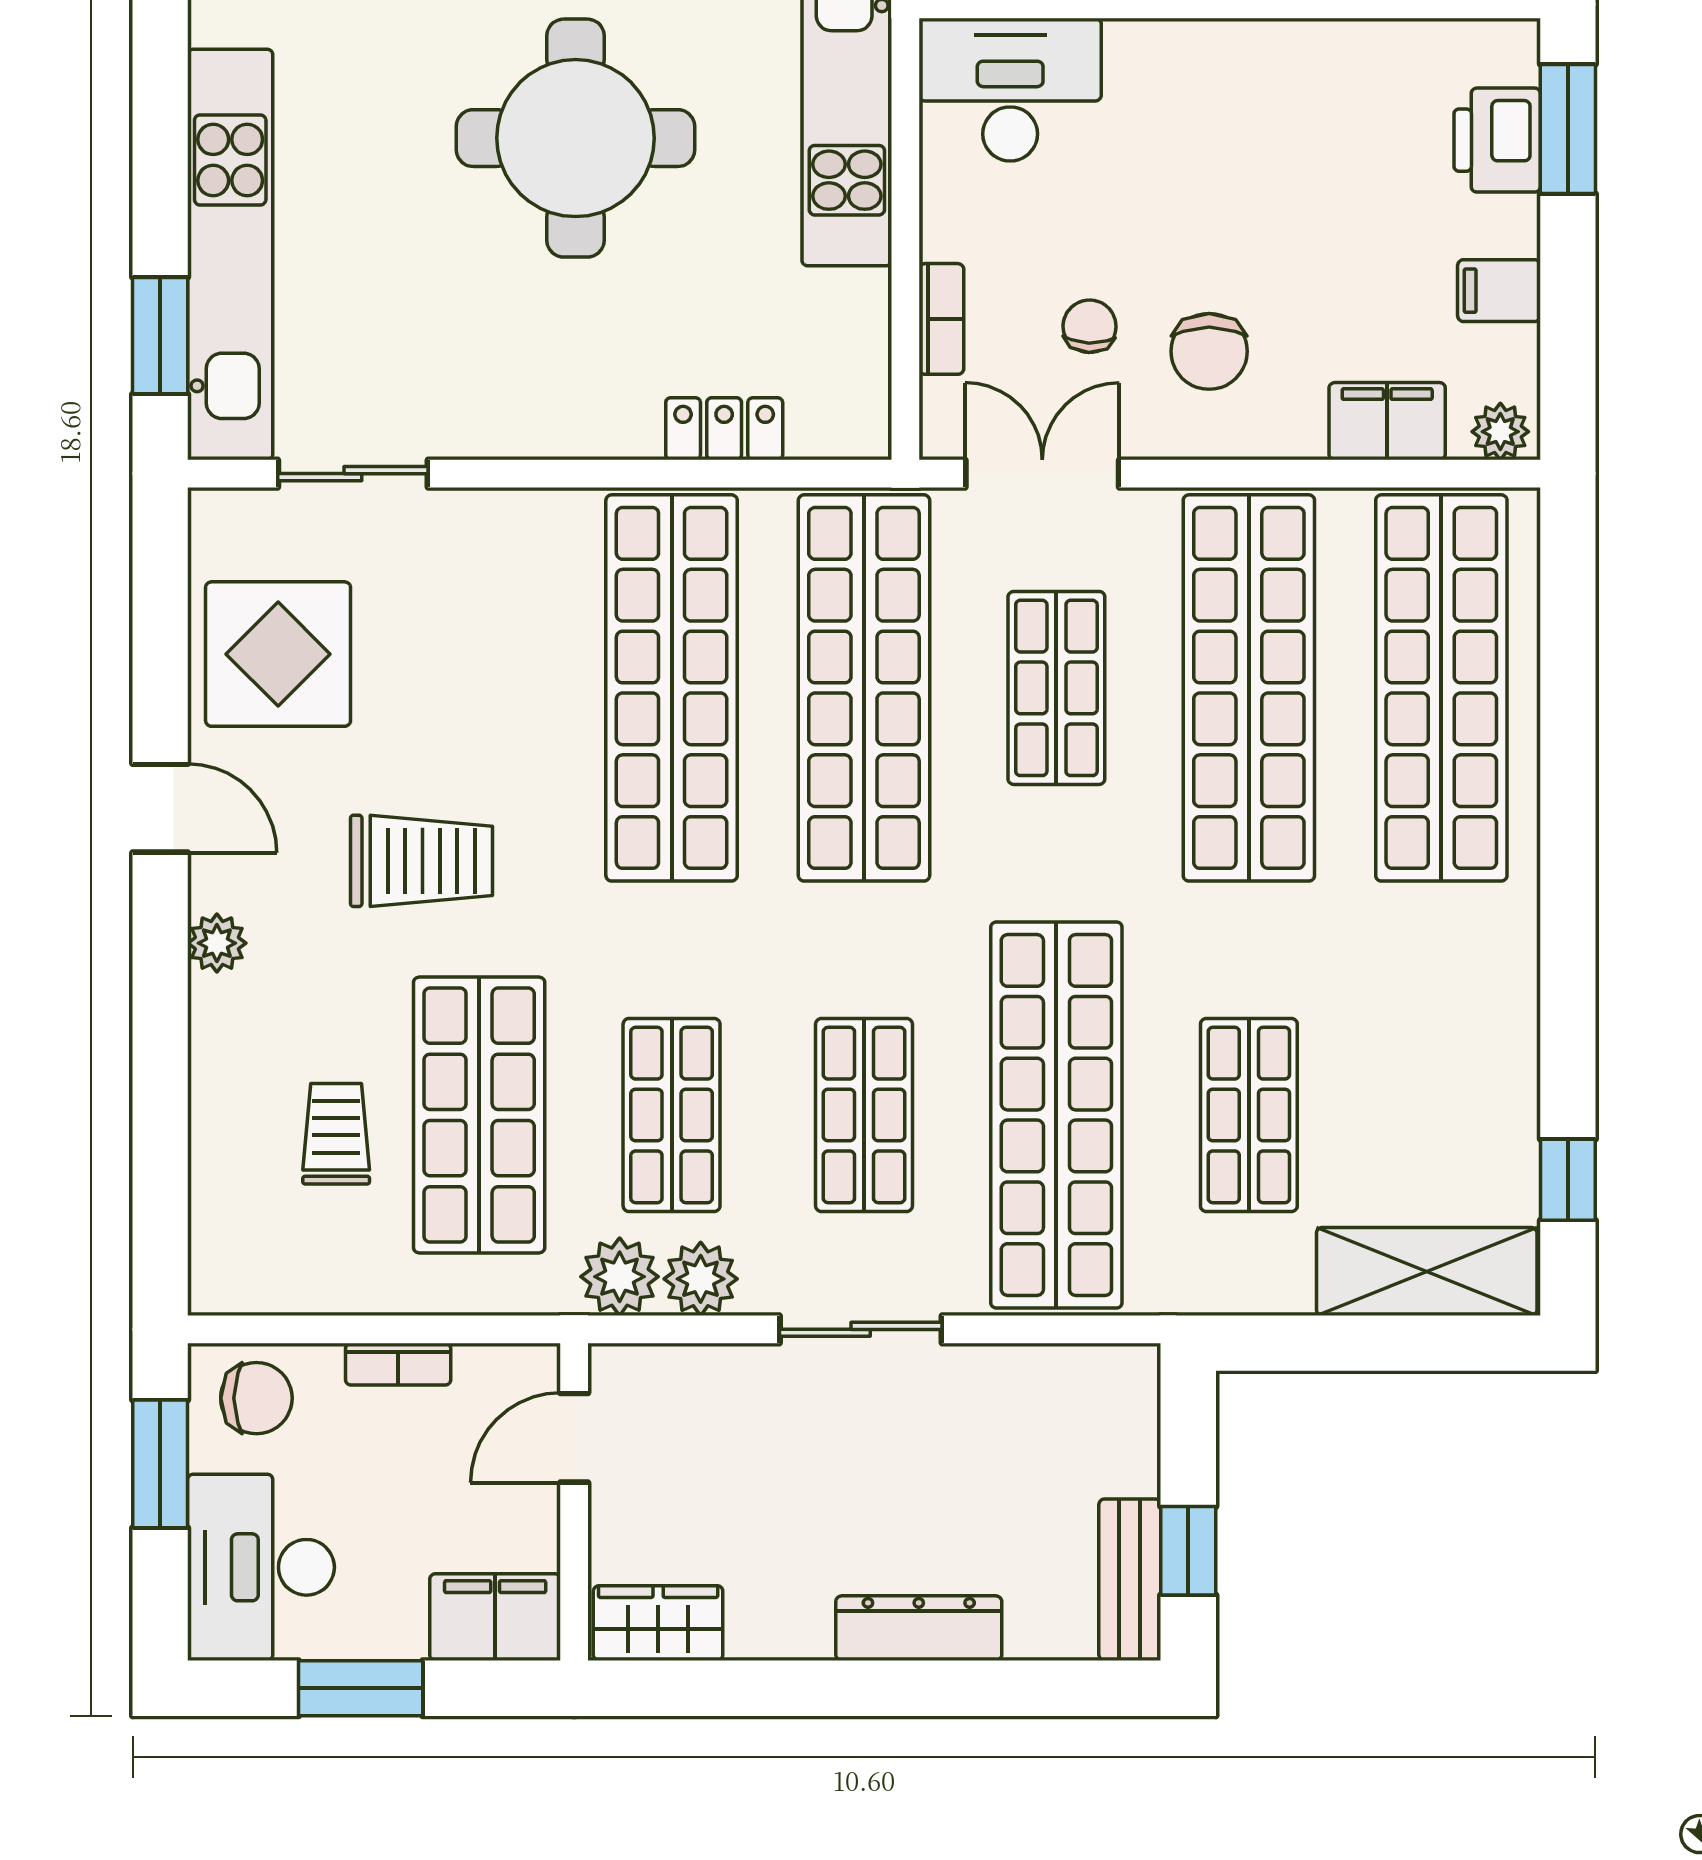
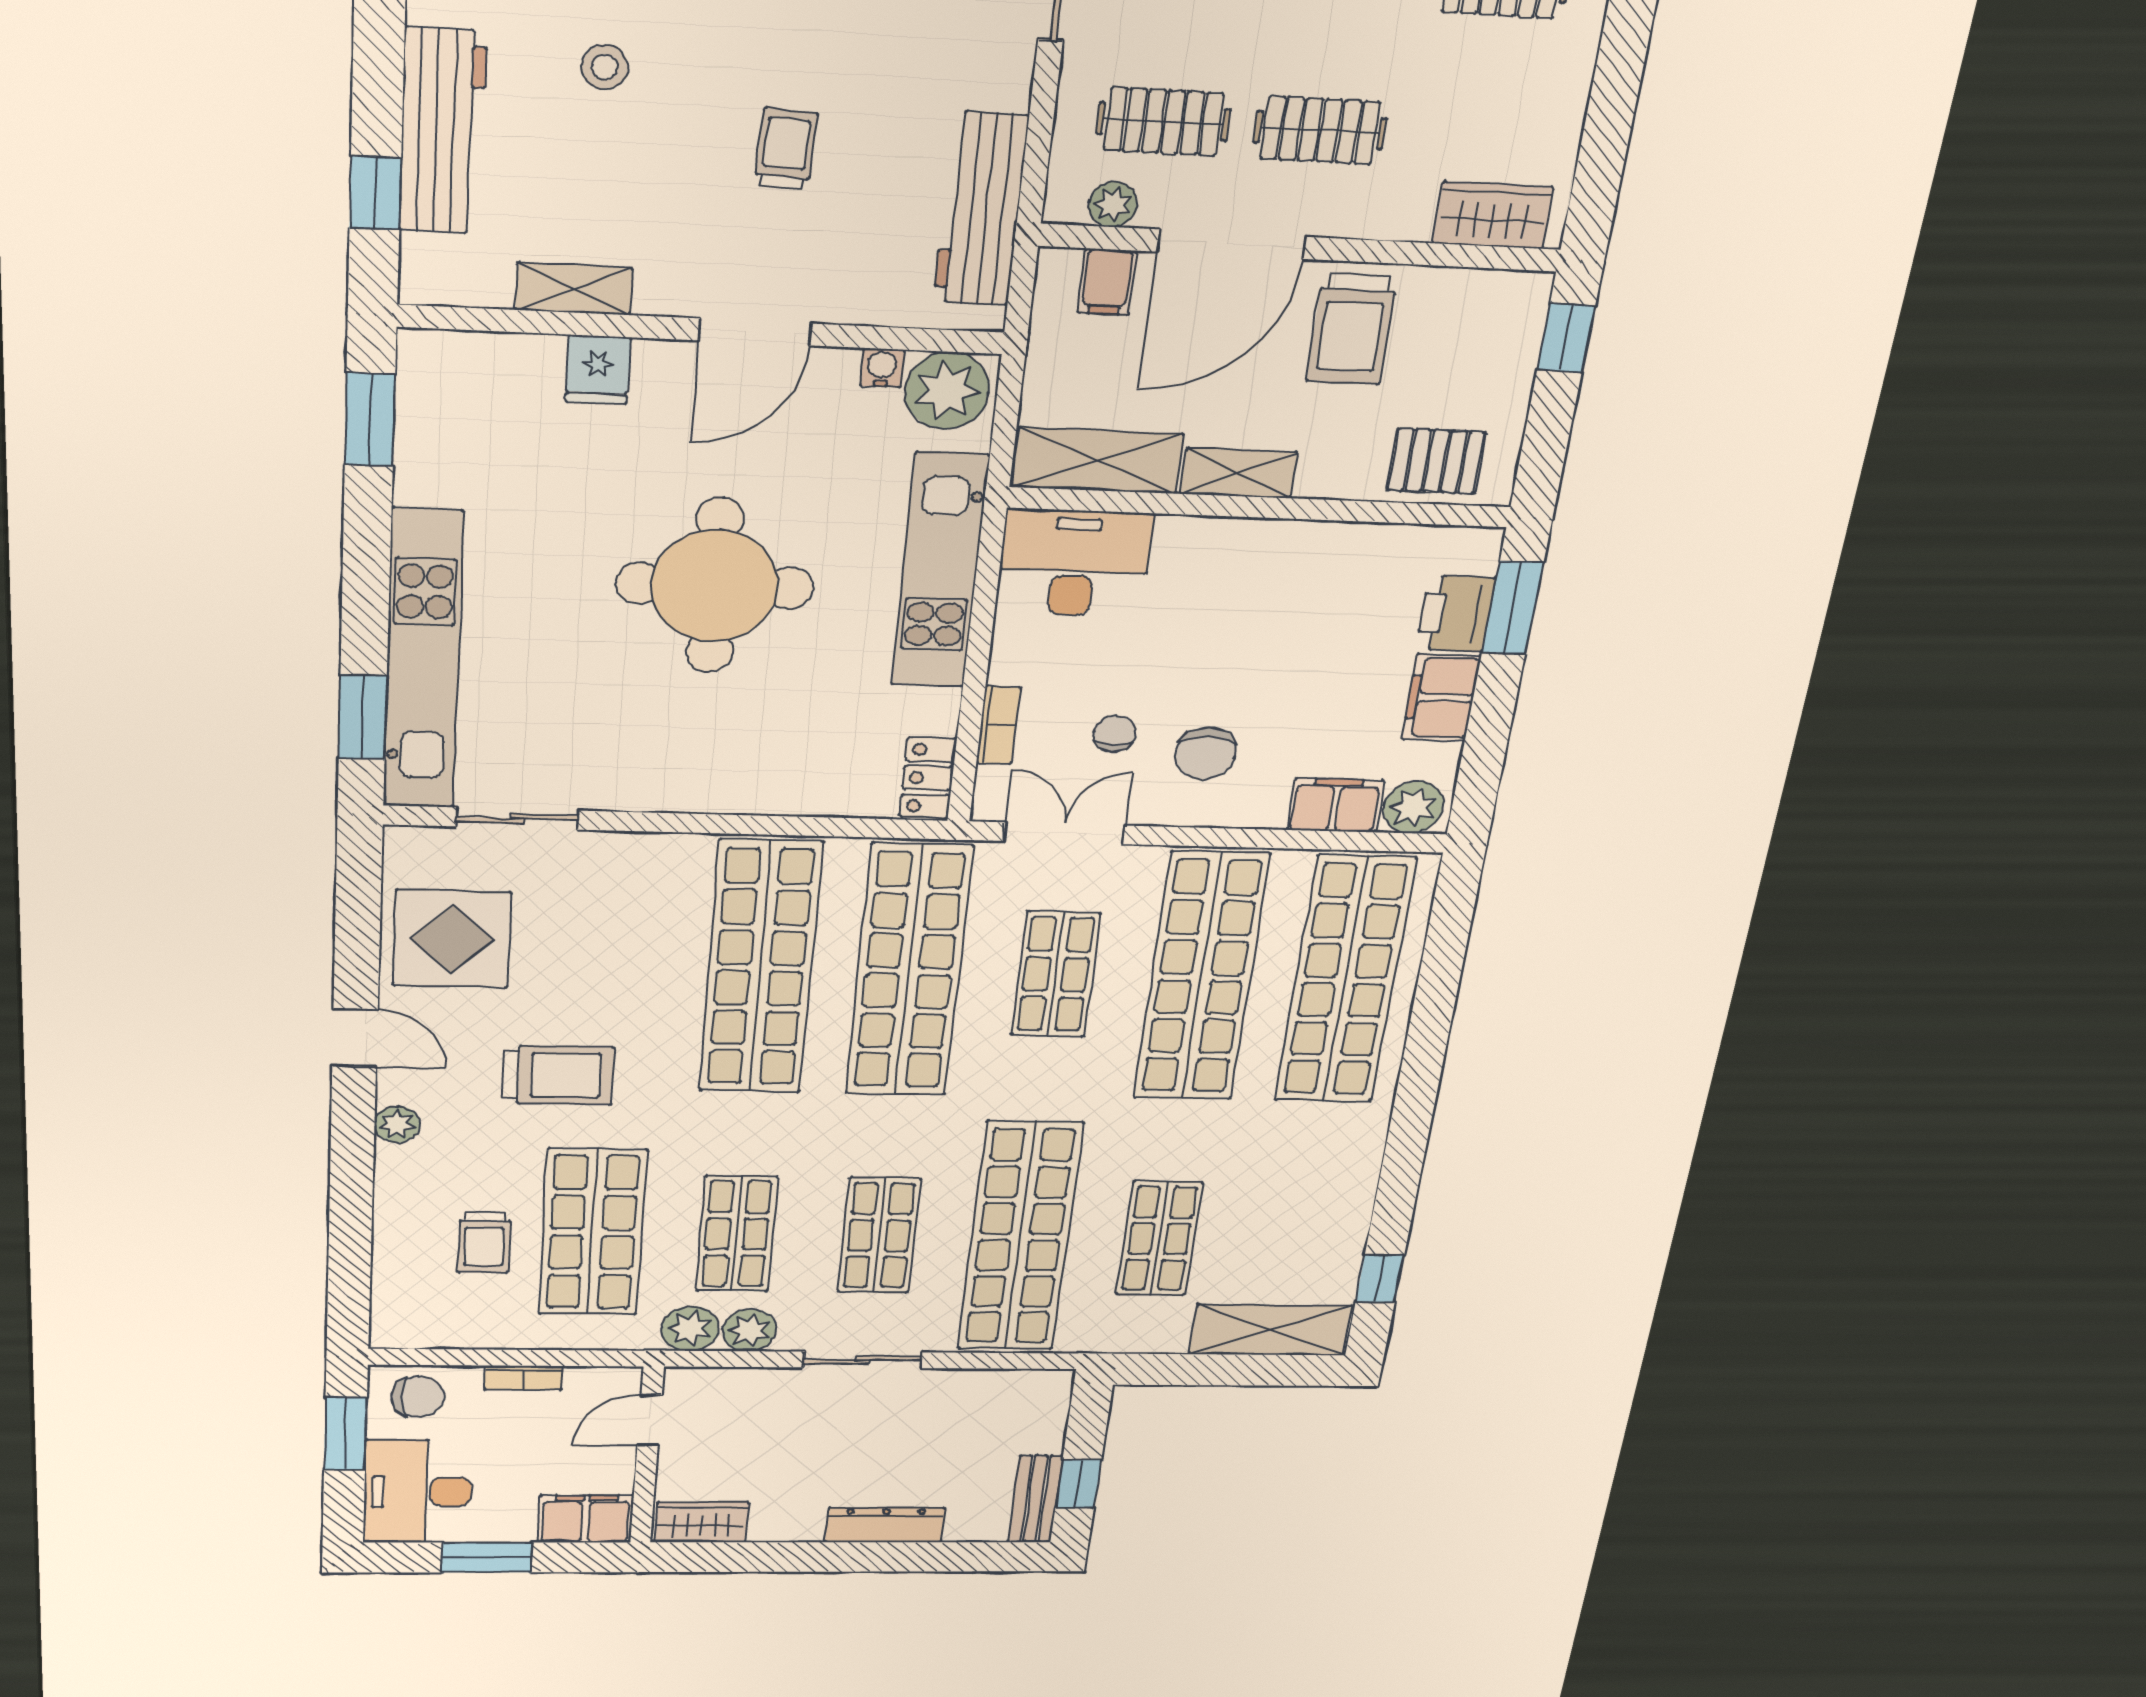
filing cabinet: (1499, 291) -> (1441, 698), width x2.00
locker: (724, 429) -> (928, 778), moved, turned -90
plant: (1500, 432) -> (1413, 807), width x1.38, depth x1.38
trolley: (336, 1134) -> (484, 1242), turned 180

